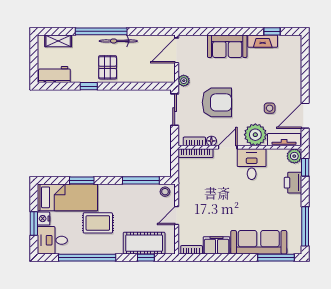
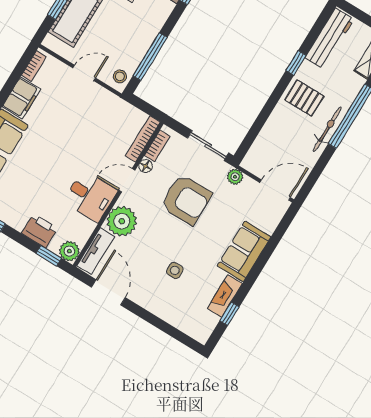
door: (177, 50) -> (275, 190), hinge flipped
workbench: (54, 74) -> (330, 38), width x1.37
armchair: (217, 102) -> (186, 200), turned -90
side table: (270, 108) -> (175, 270), moved
door: (228, 147) -> (127, 180), swing flipped
door: (177, 215) -> (84, 73), hinge flipped

